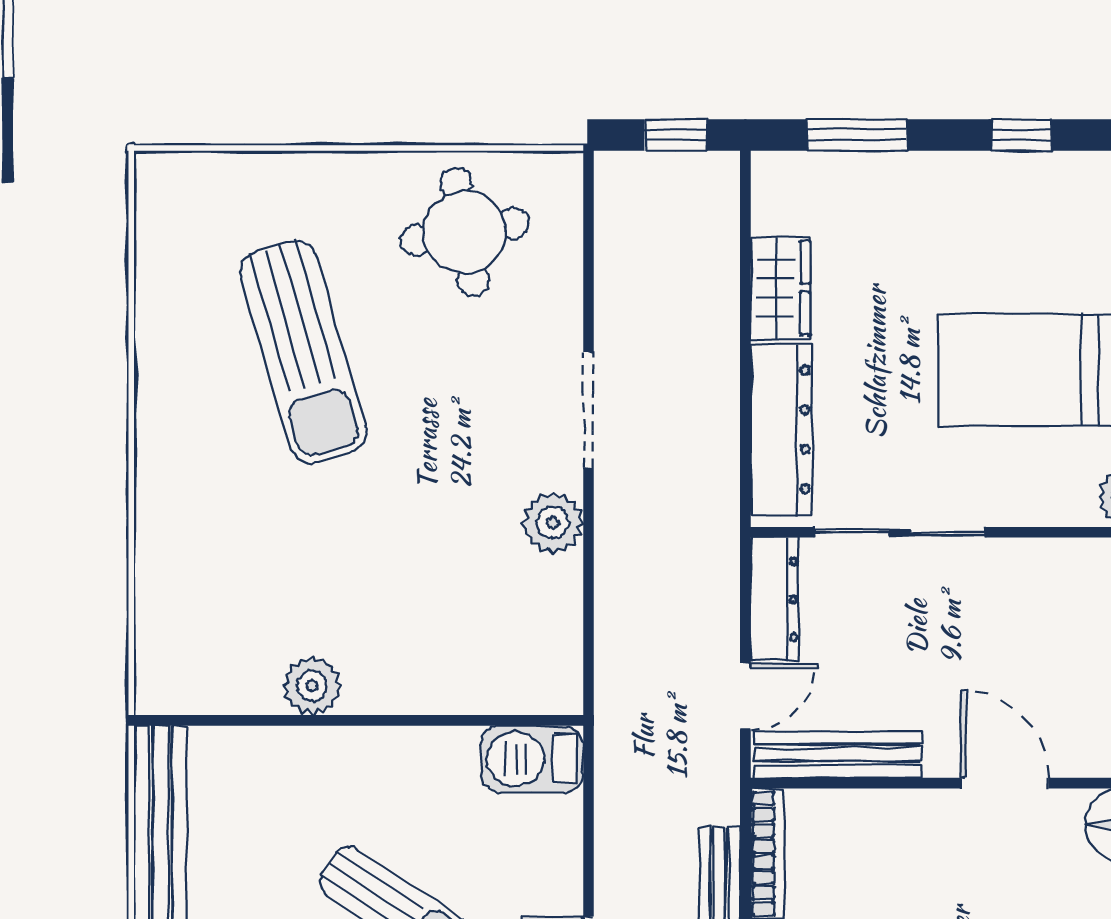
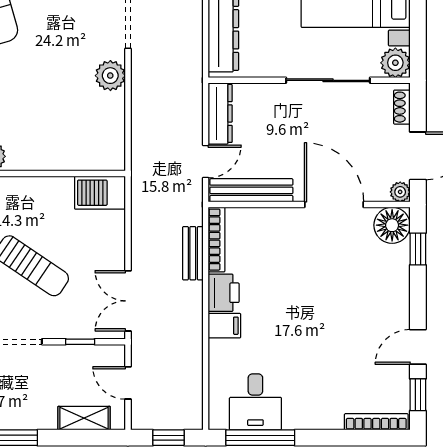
sliding door: (900, 532) -> (328, 80), moved
door: (1005, 783) -> (334, 205), width x1.36

